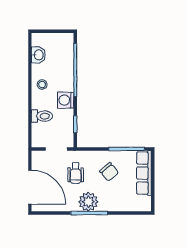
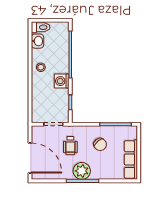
toilet: (42, 116) -> (41, 27), moved
row of seats: (144, 173) -> (131, 160), moved

